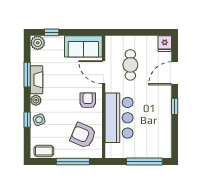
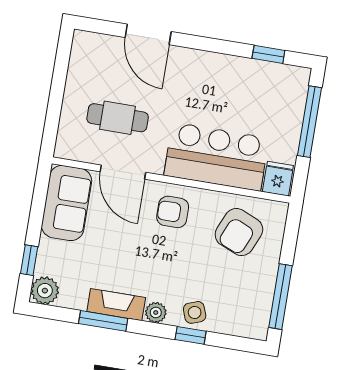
fridge: (165, 44) -> (278, 179), moved, turned -90
door: (104, 72) -> (123, 172), hinge flipped
window: (175, 106) -> (268, 54), moved
coffee table: (44, 151) -> (257, 313), removed
window: (73, 162) -> (281, 297), moved

